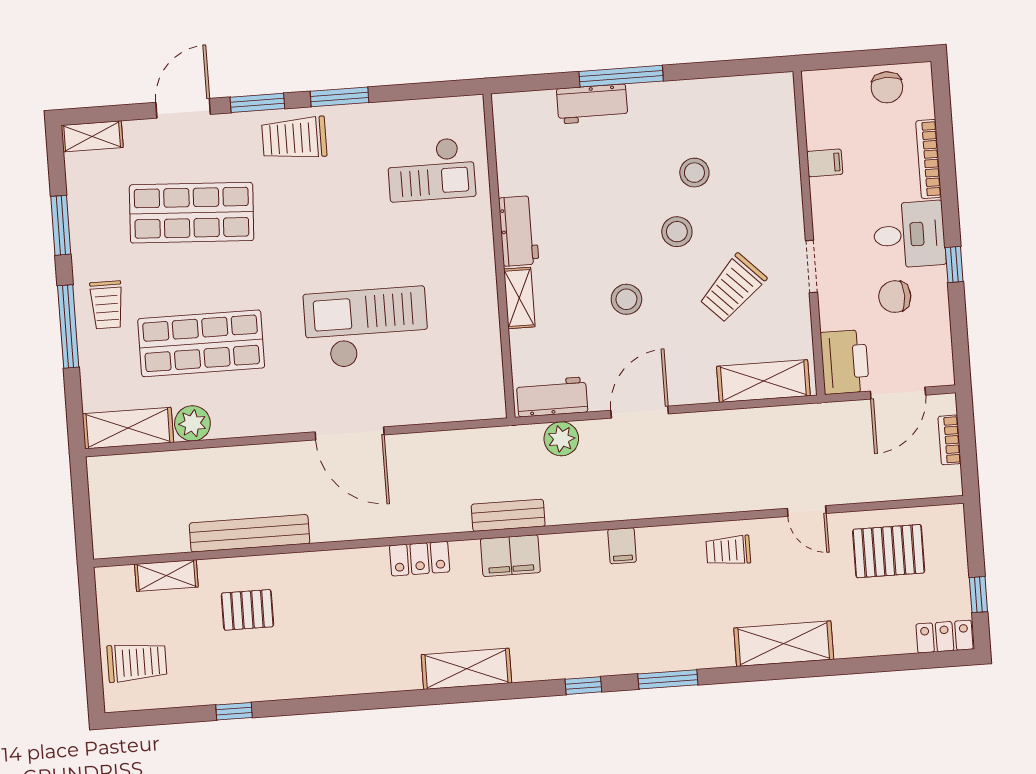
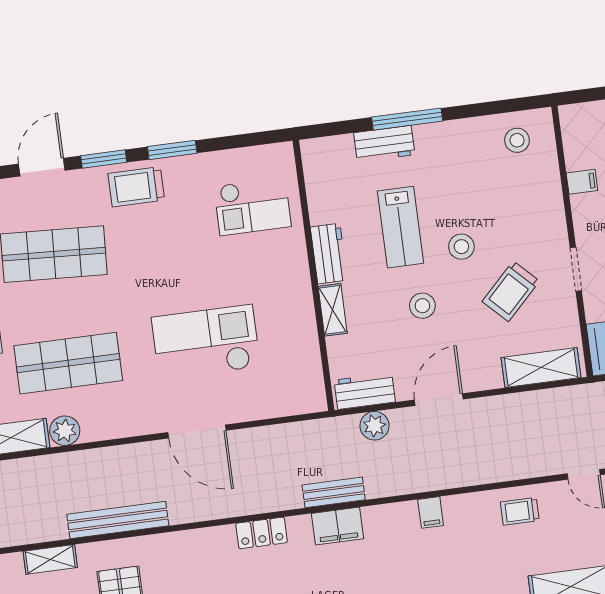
stool: (694, 173) -> (517, 140), moved
lab bench: (606, 204) -> (401, 227), added

